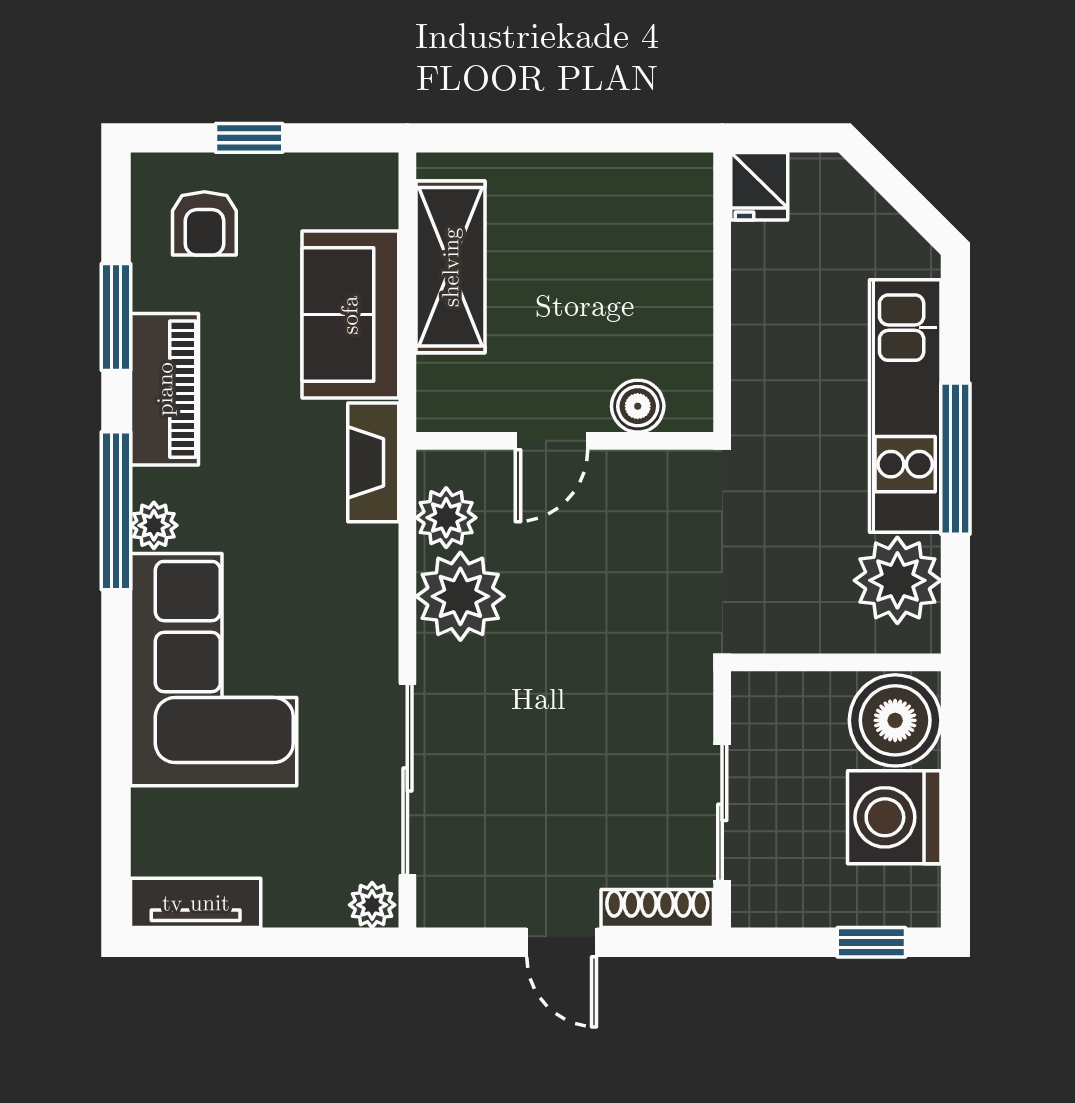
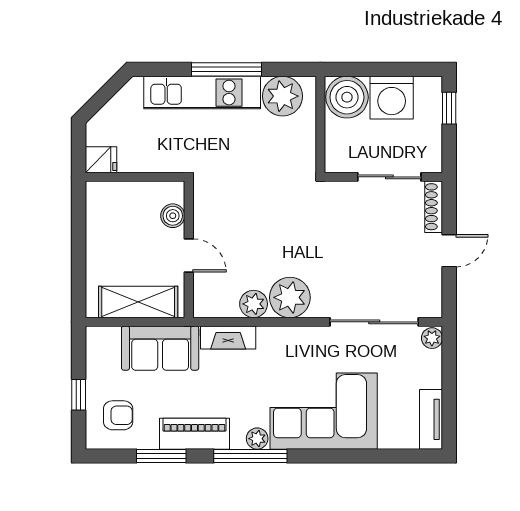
boiler: (638, 406) -> (173, 216), moved
door: (552, 441) -> (189, 255), moved
wall: (565, 441) -> (189, 249), moved

